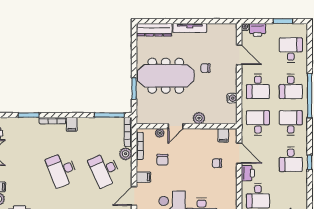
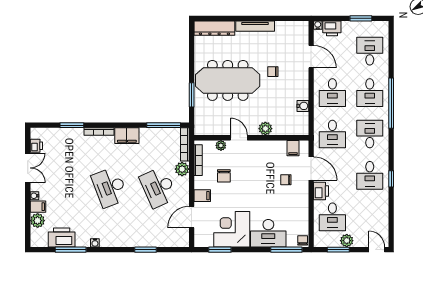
desk: (258, 123) -> (332, 134), turned 180
filing cabinet: (72, 124) -> (127, 136), width x2.00
door: (176, 126) -> (239, 138), swing flipped

